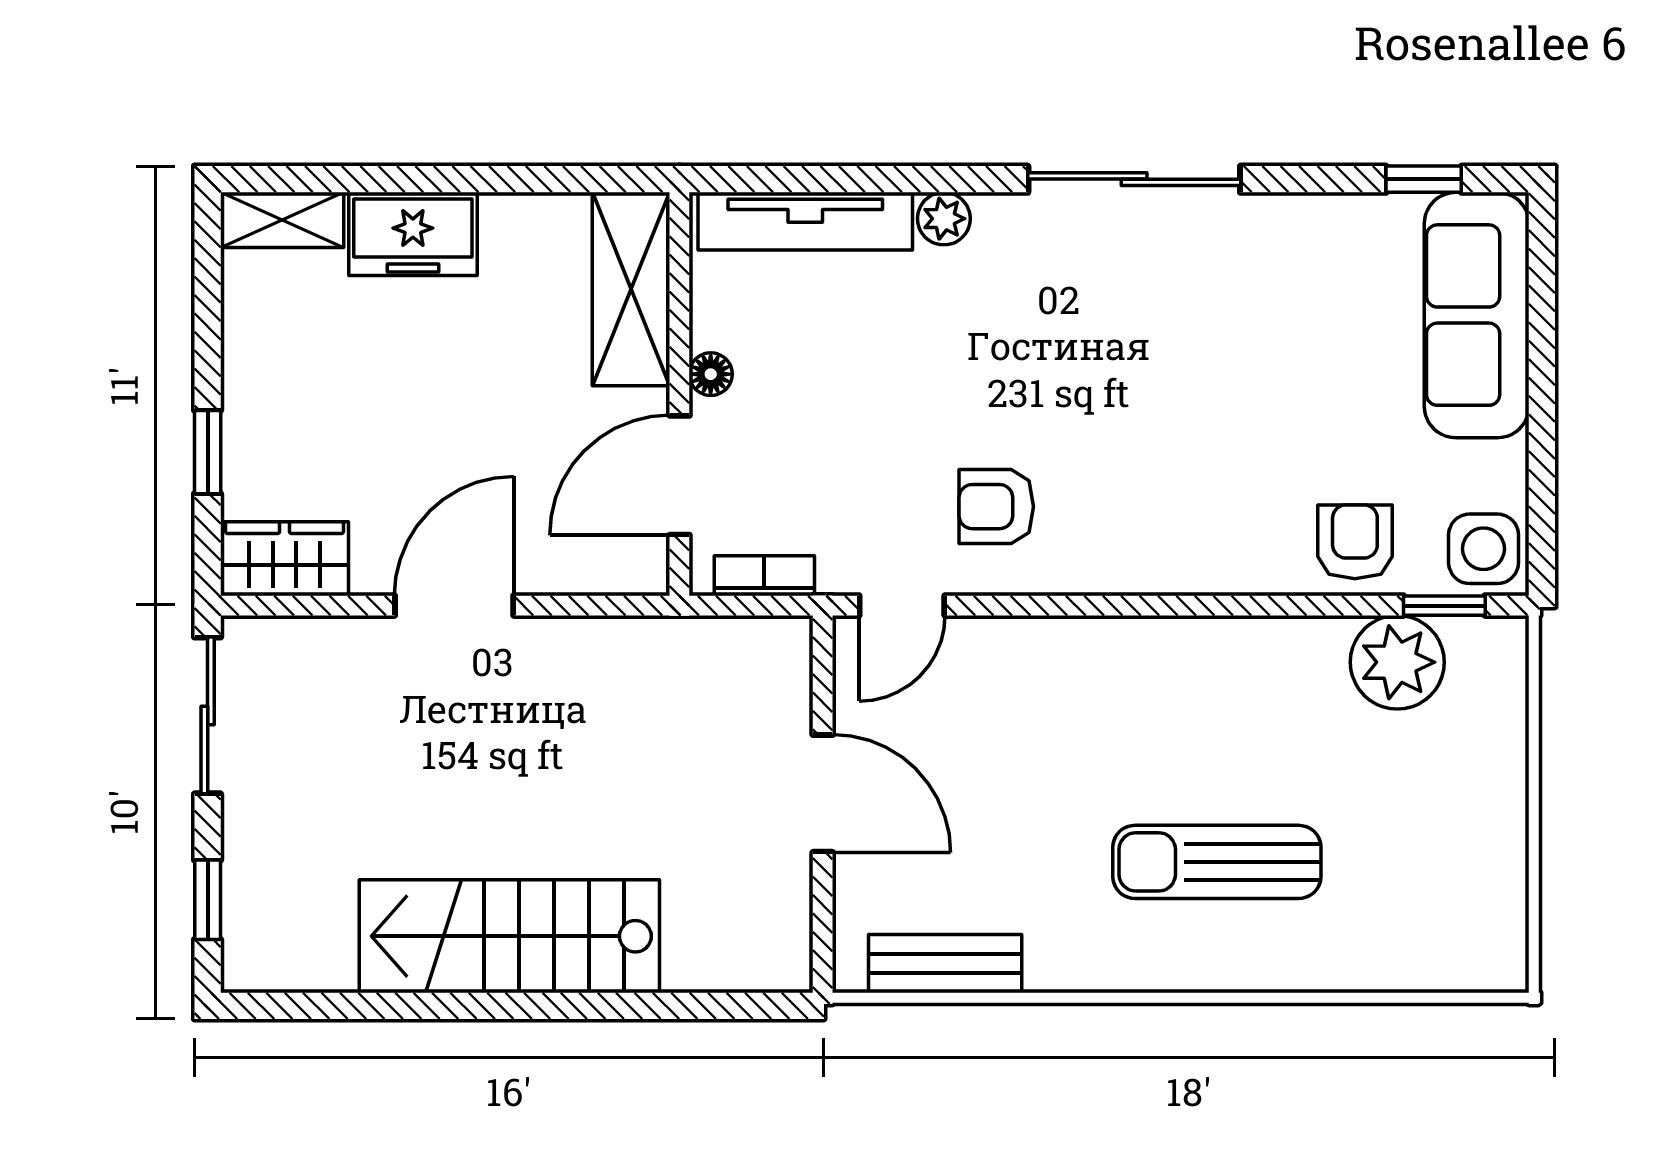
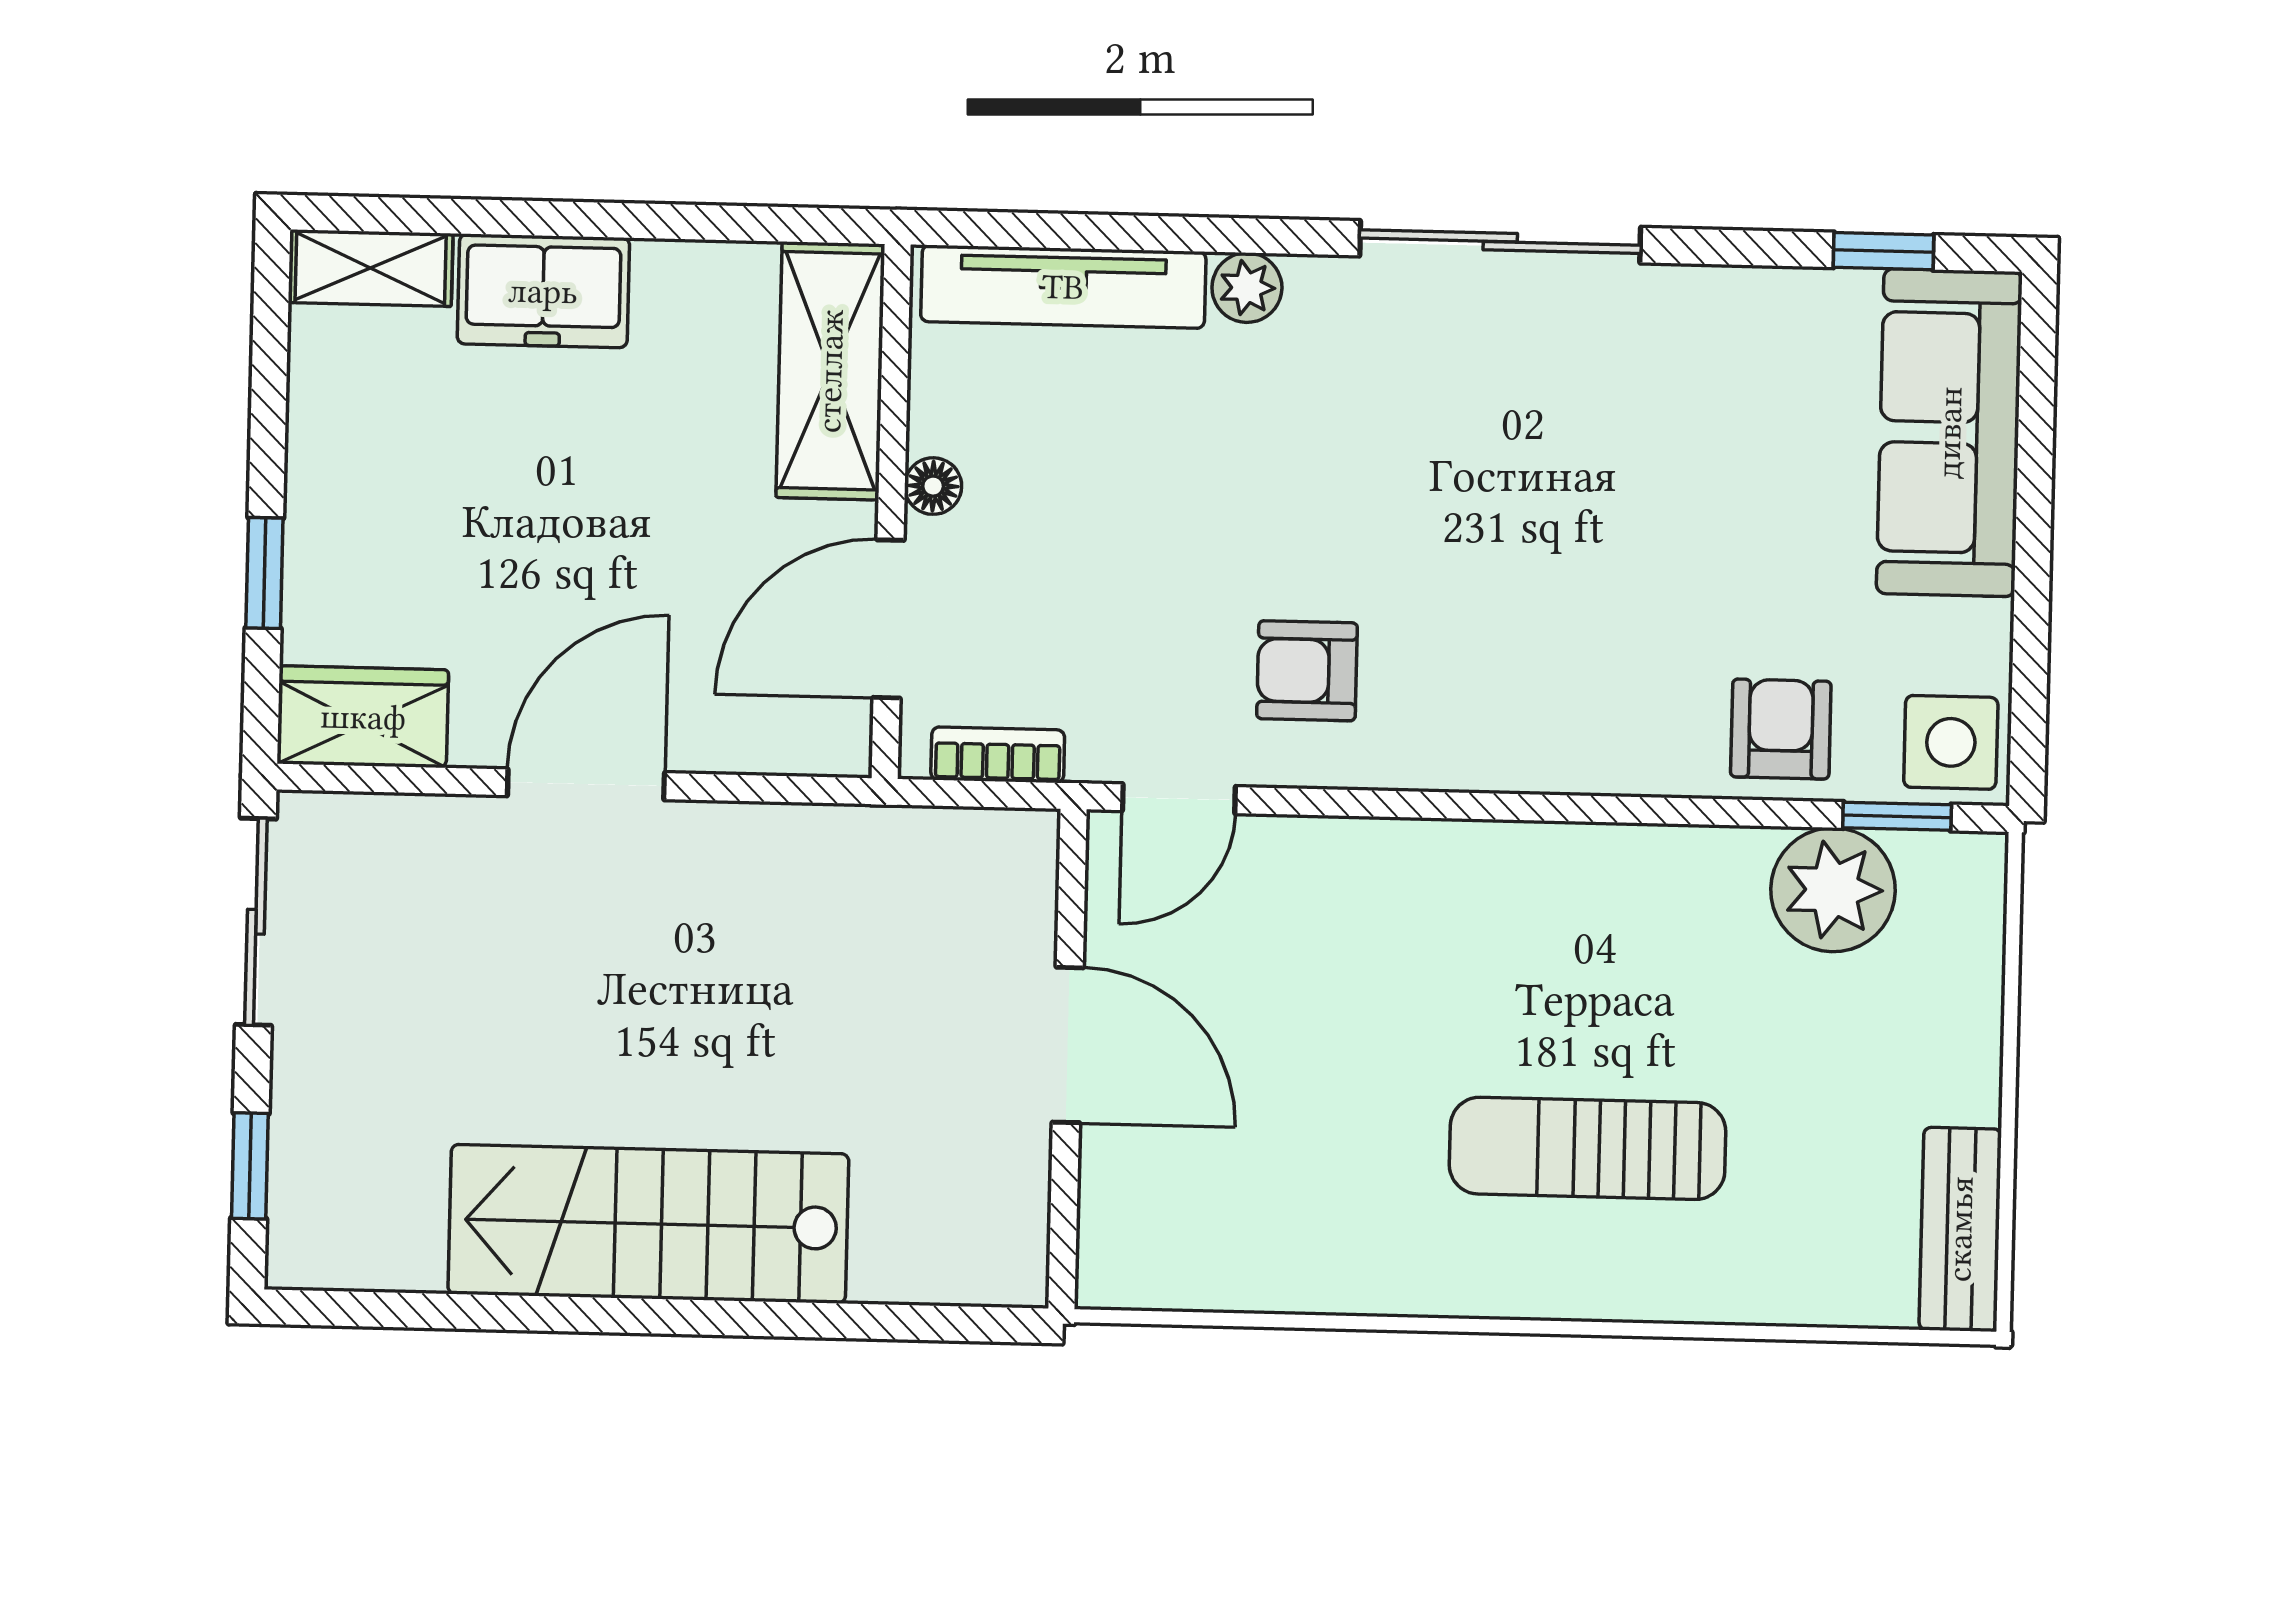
bench: (945, 964) -> (1960, 1229), moved, turned 90

